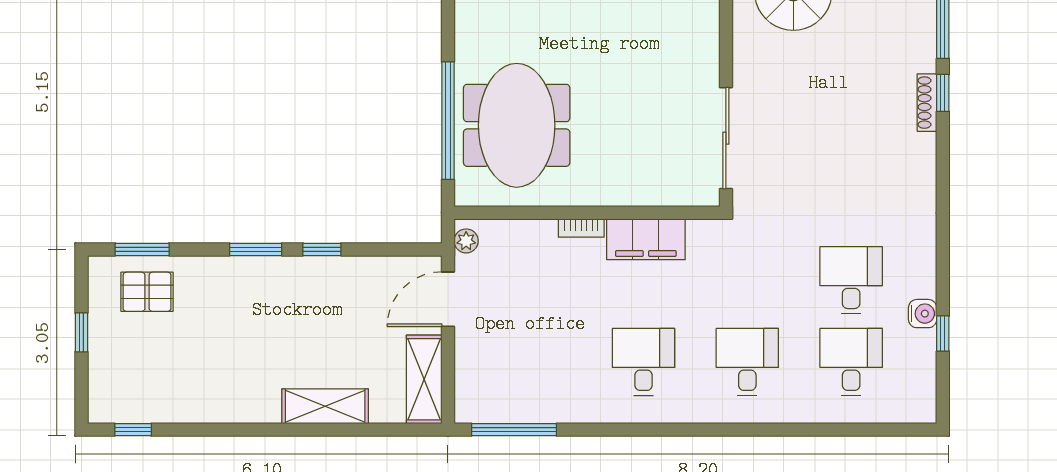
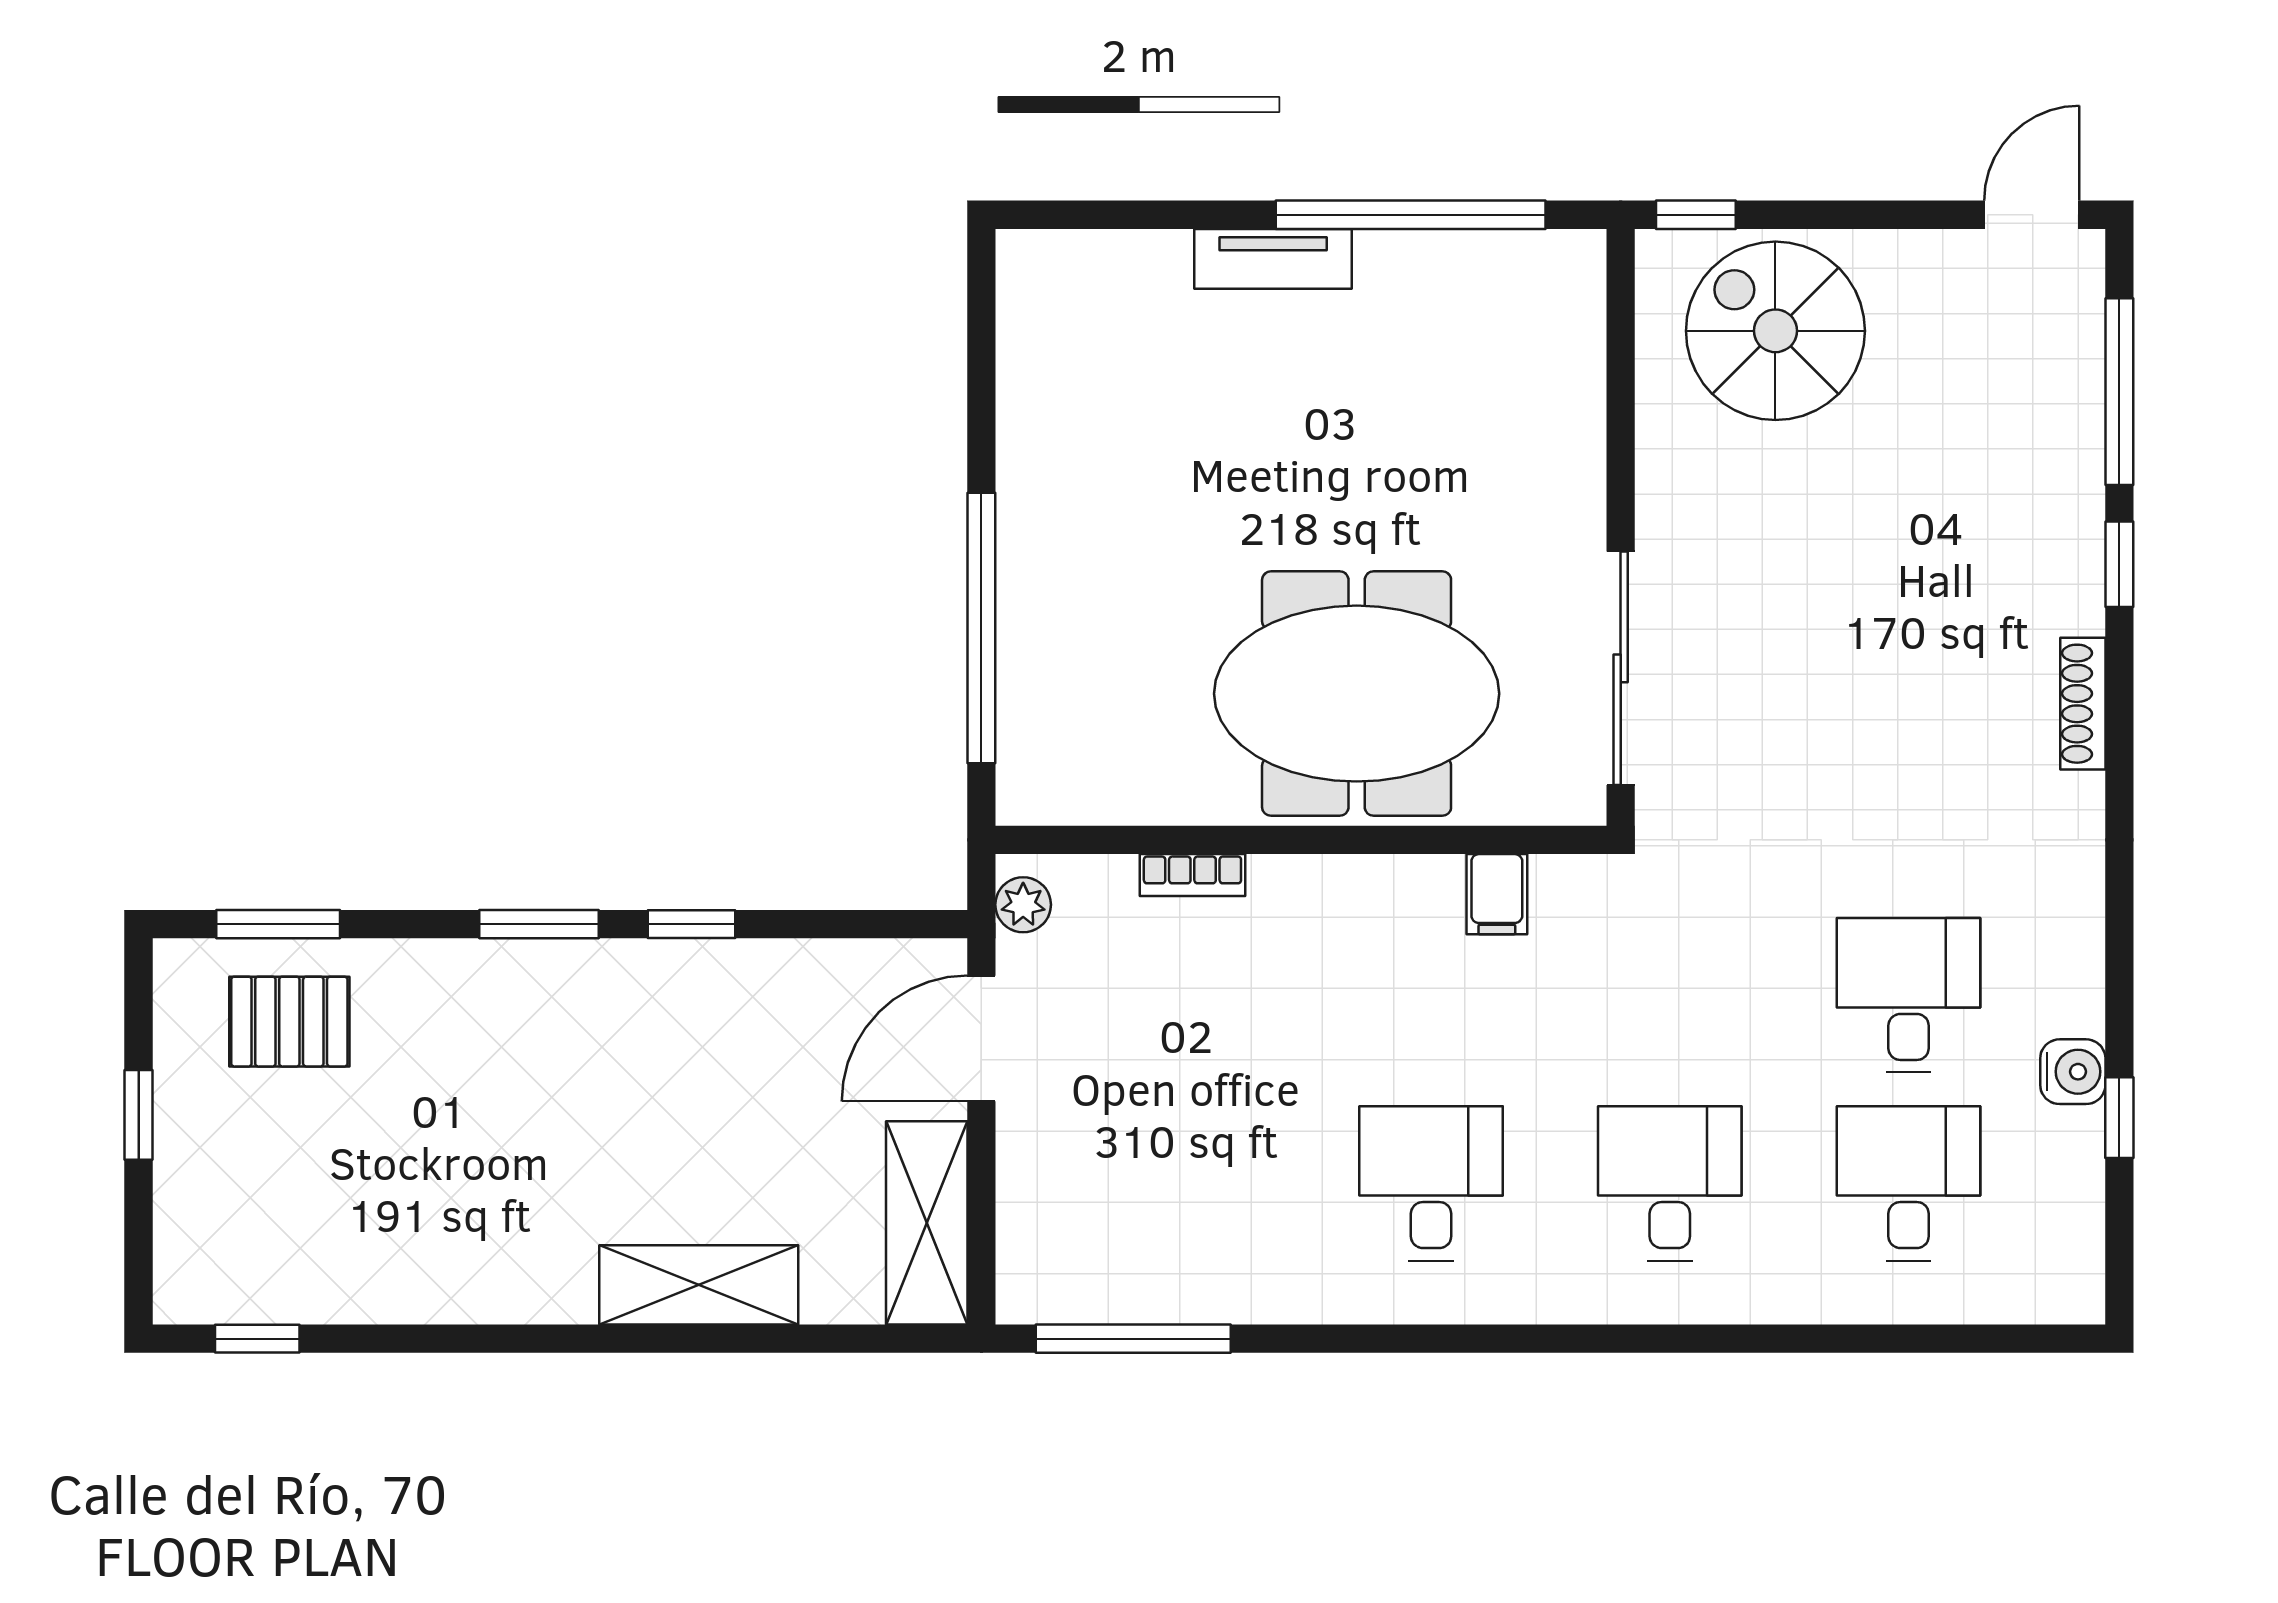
shoe rack: (927, 103) -> (2083, 704), moved
meeting table: (517, 125) -> (1357, 694), moved, turned 90
bookcase: (581, 228) -> (1192, 875), moved
filing cabinet: (646, 239) -> (1497, 894), width x0.33, depth x0.86

